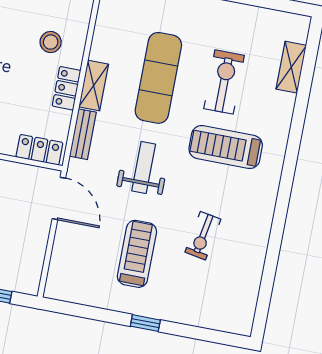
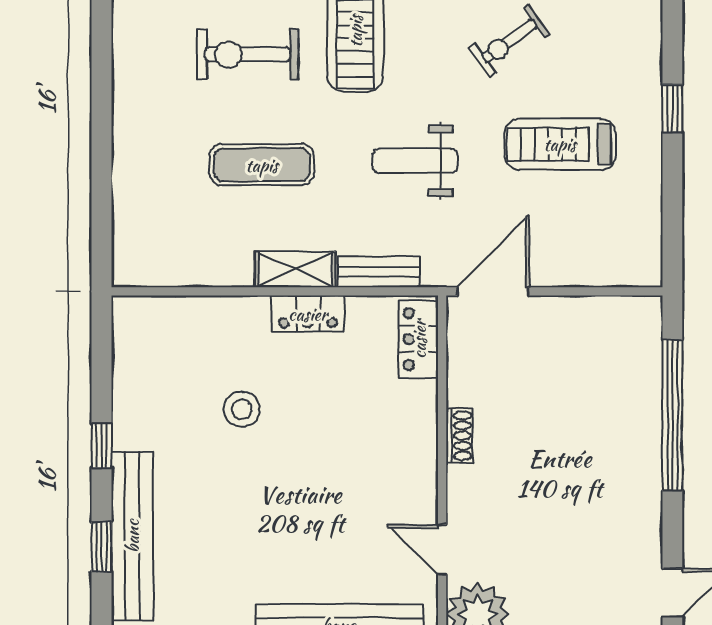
stool: (51, 42) -> (242, 409), moved
exercise mat: (158, 78) -> (262, 165), width x0.73, depth x0.69
exercise bike: (203, 236) -> (509, 41), turned 134

